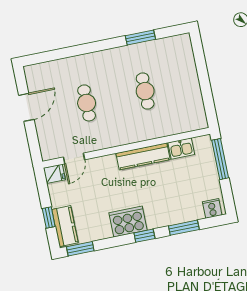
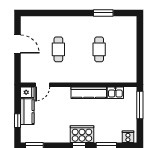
door: (26, 107) -> (18, 44), hinge flipped
cooker: (128, 222) -> (82, 134), moved
kitchen counter: (65, 226) -> (27, 112), moved

